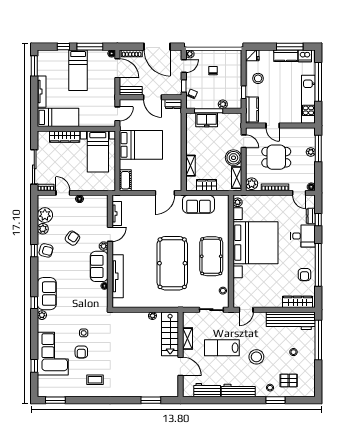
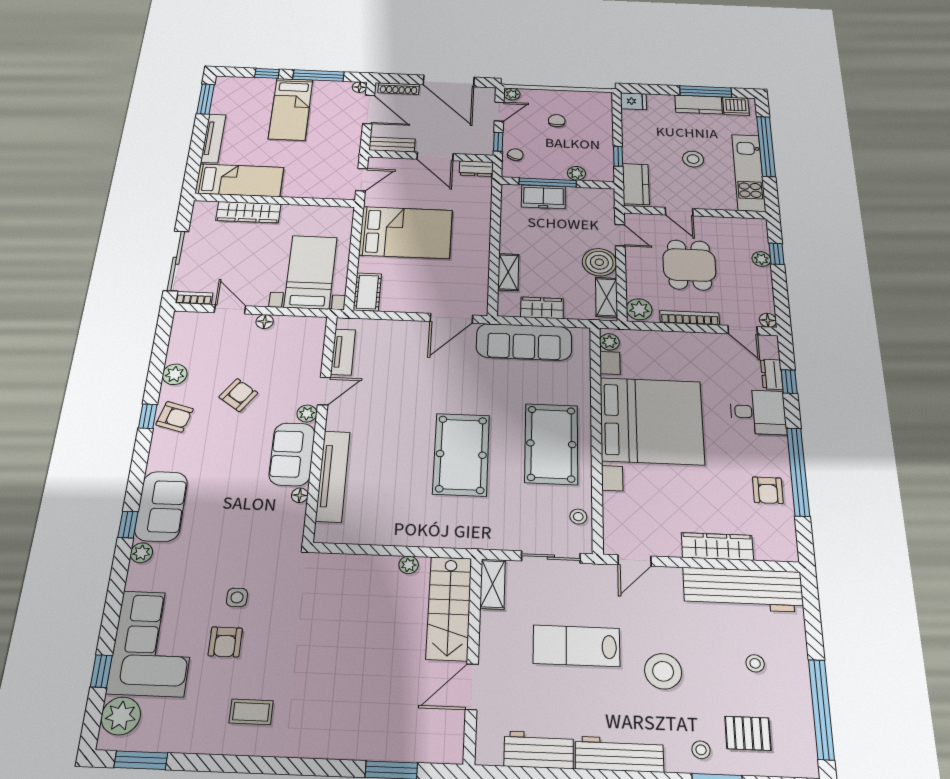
stool: (258, 78) -> (693, 159), moved
window: (318, 149) -> (777, 254), width x0.46
bed with nightstands: (98, 151) -> (311, 272), moved, turned 180
dining table: (276, 157) -> (689, 265), turned 90
sofa: (198, 204) -> (524, 342), width x1.36
plant: (45, 215) -> (121, 716), moved
pool table: (172, 263) -> (461, 454), width x0.73, depth x0.76
wardrobe: (298, 302) -> (717, 546), moved
shelving: (188, 339) -> (493, 584), moved
window: (318, 340) -> (821, 709), moved
door: (180, 366) -> (472, 687), swing flipped

